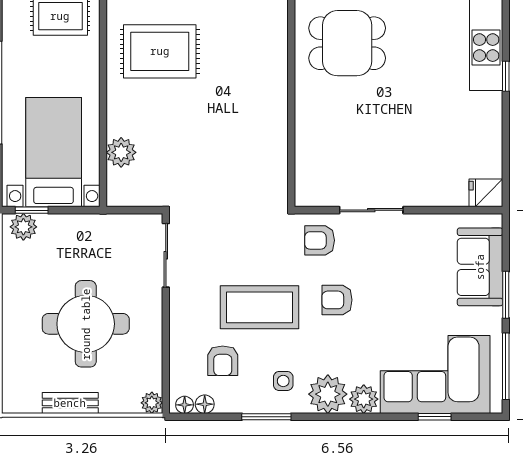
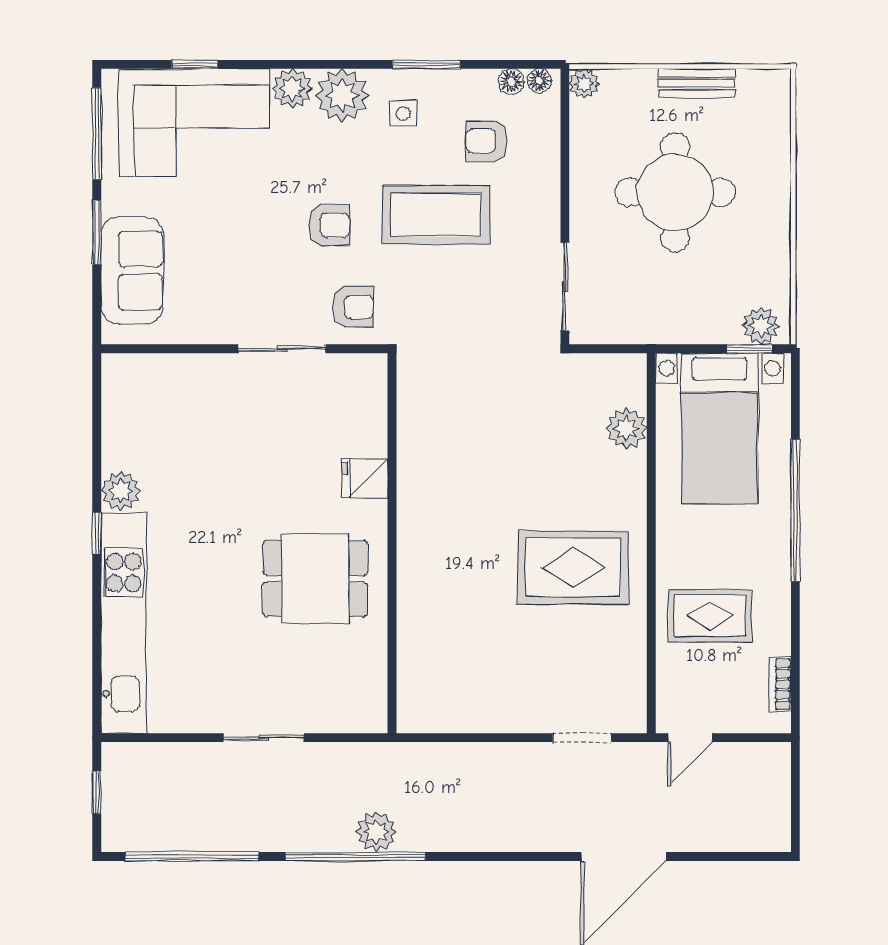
plant: (488, 107) -> (121, 491), added
fridge: (486, 193) -> (365, 479), moved, turned 180
armchair: (223, 361) -> (487, 141), turned -90

